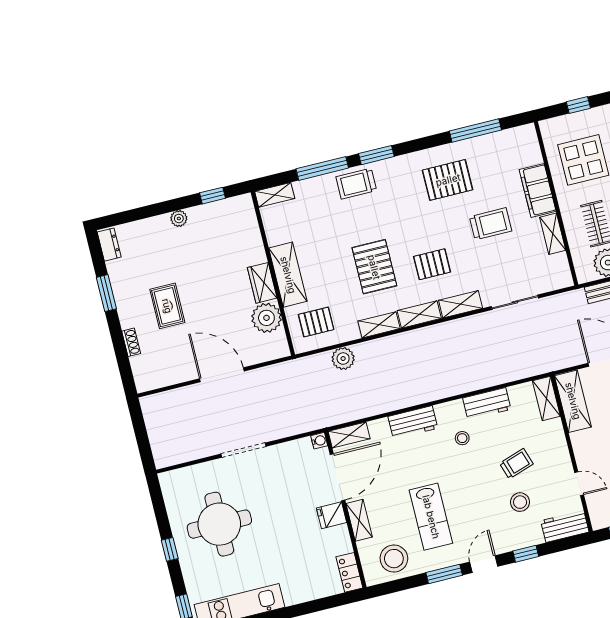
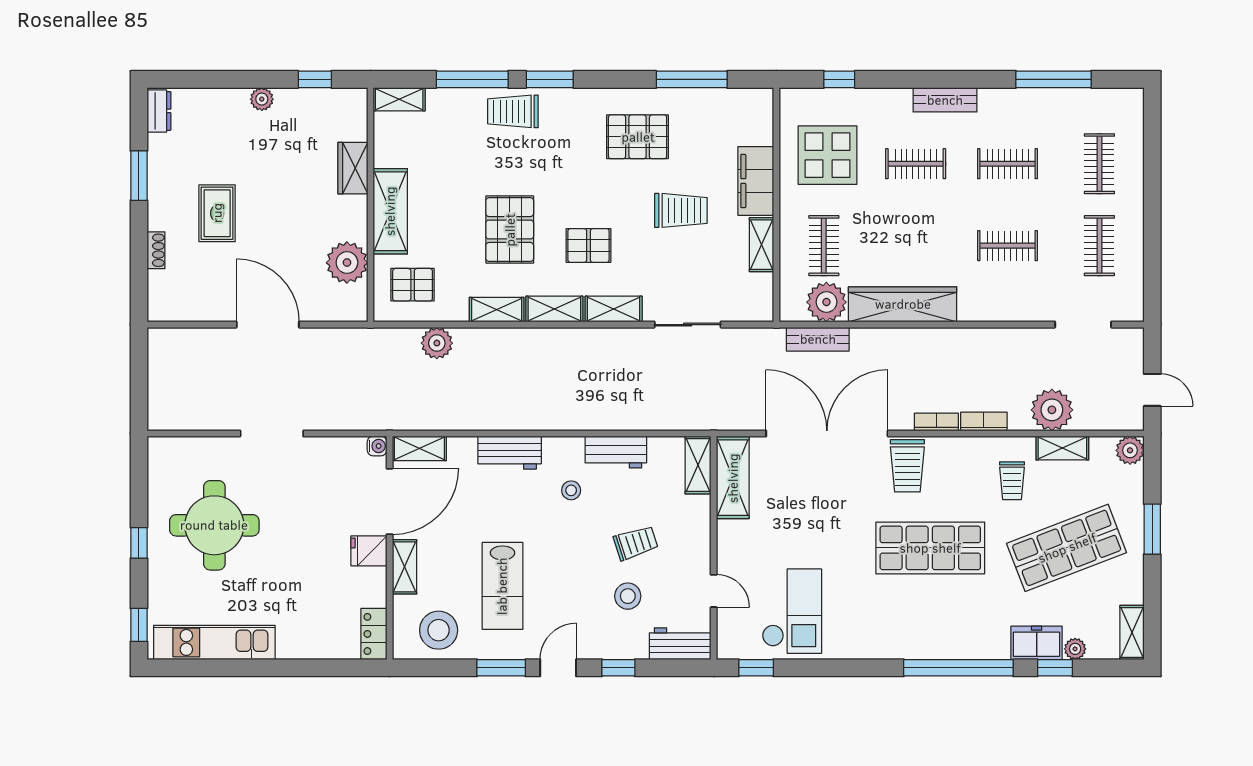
wardrobe: (262, 283) -> (353, 168), moved

